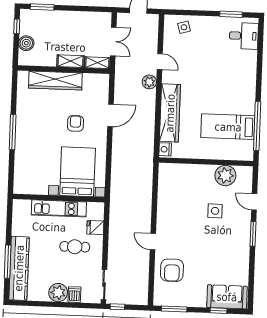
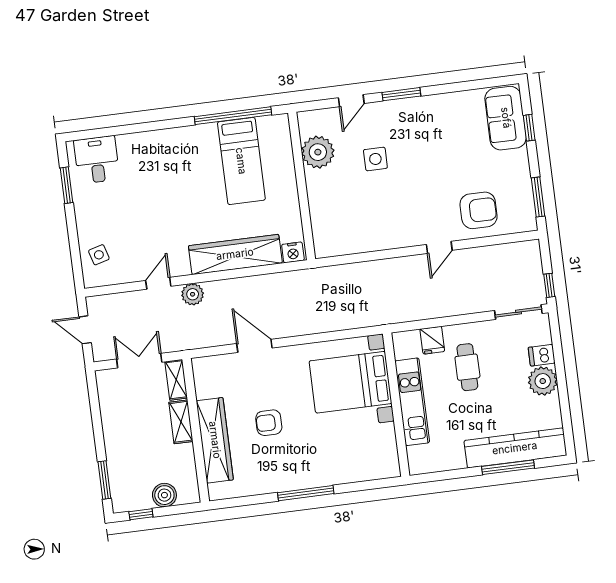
armchair: (75, 123) -> (269, 423), moved

